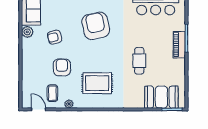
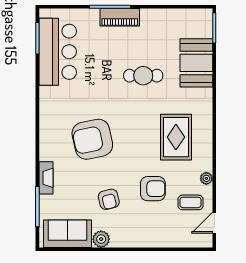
armchair: (62, 67) -> (153, 189), turned 180
booth: (161, 97) -> (196, 63), moved

